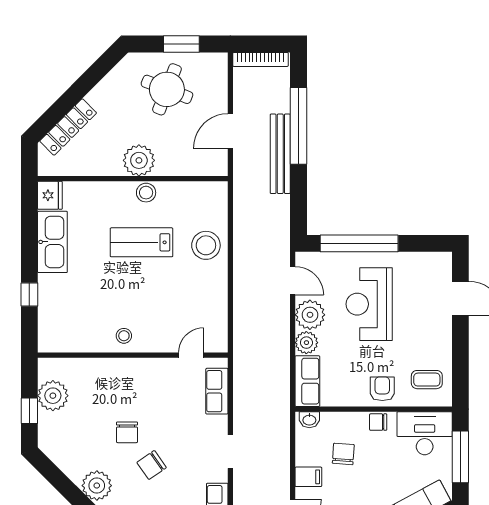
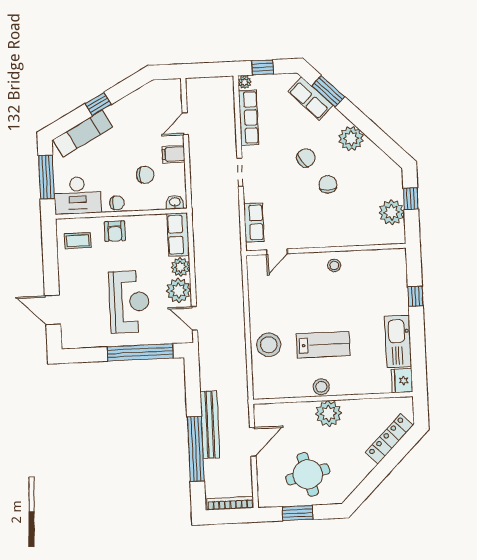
round table: (167, 89) -> (308, 474), turned -35
chair: (343, 454) -> (145, 175), turned -94

